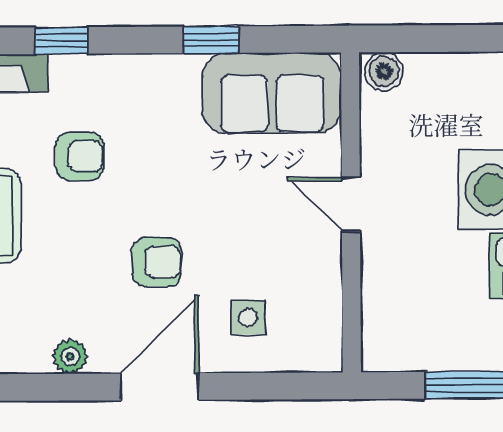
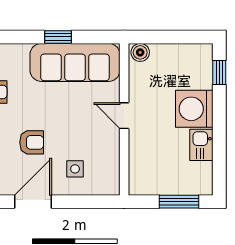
sofa: (272, 93) -> (75, 62), width x1.36

